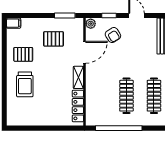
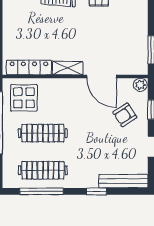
pallet: (53, 39) -> (120, 35), removed
display table: (100, 110) -> (24, 98), added

